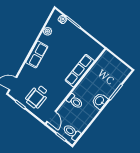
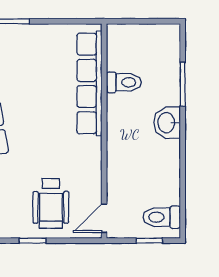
row of seats: (80, 71) -> (89, 83), width x1.36
toilet: (75, 101) -> (124, 82), moved
door: (51, 117) -> (104, 218), swing flipped

